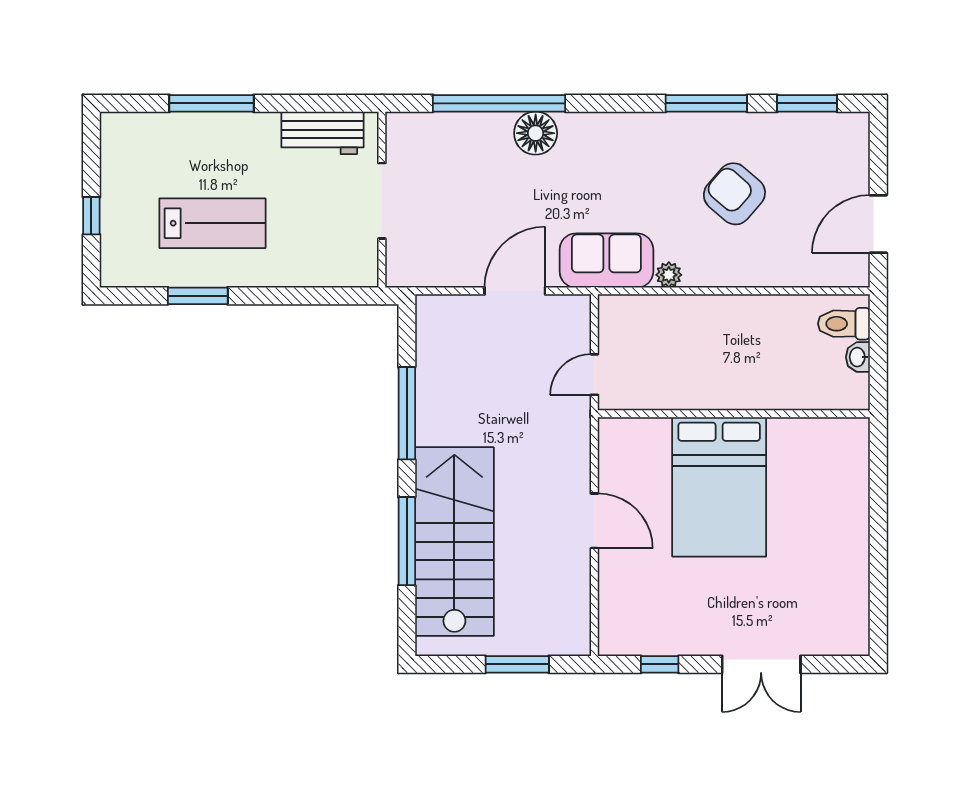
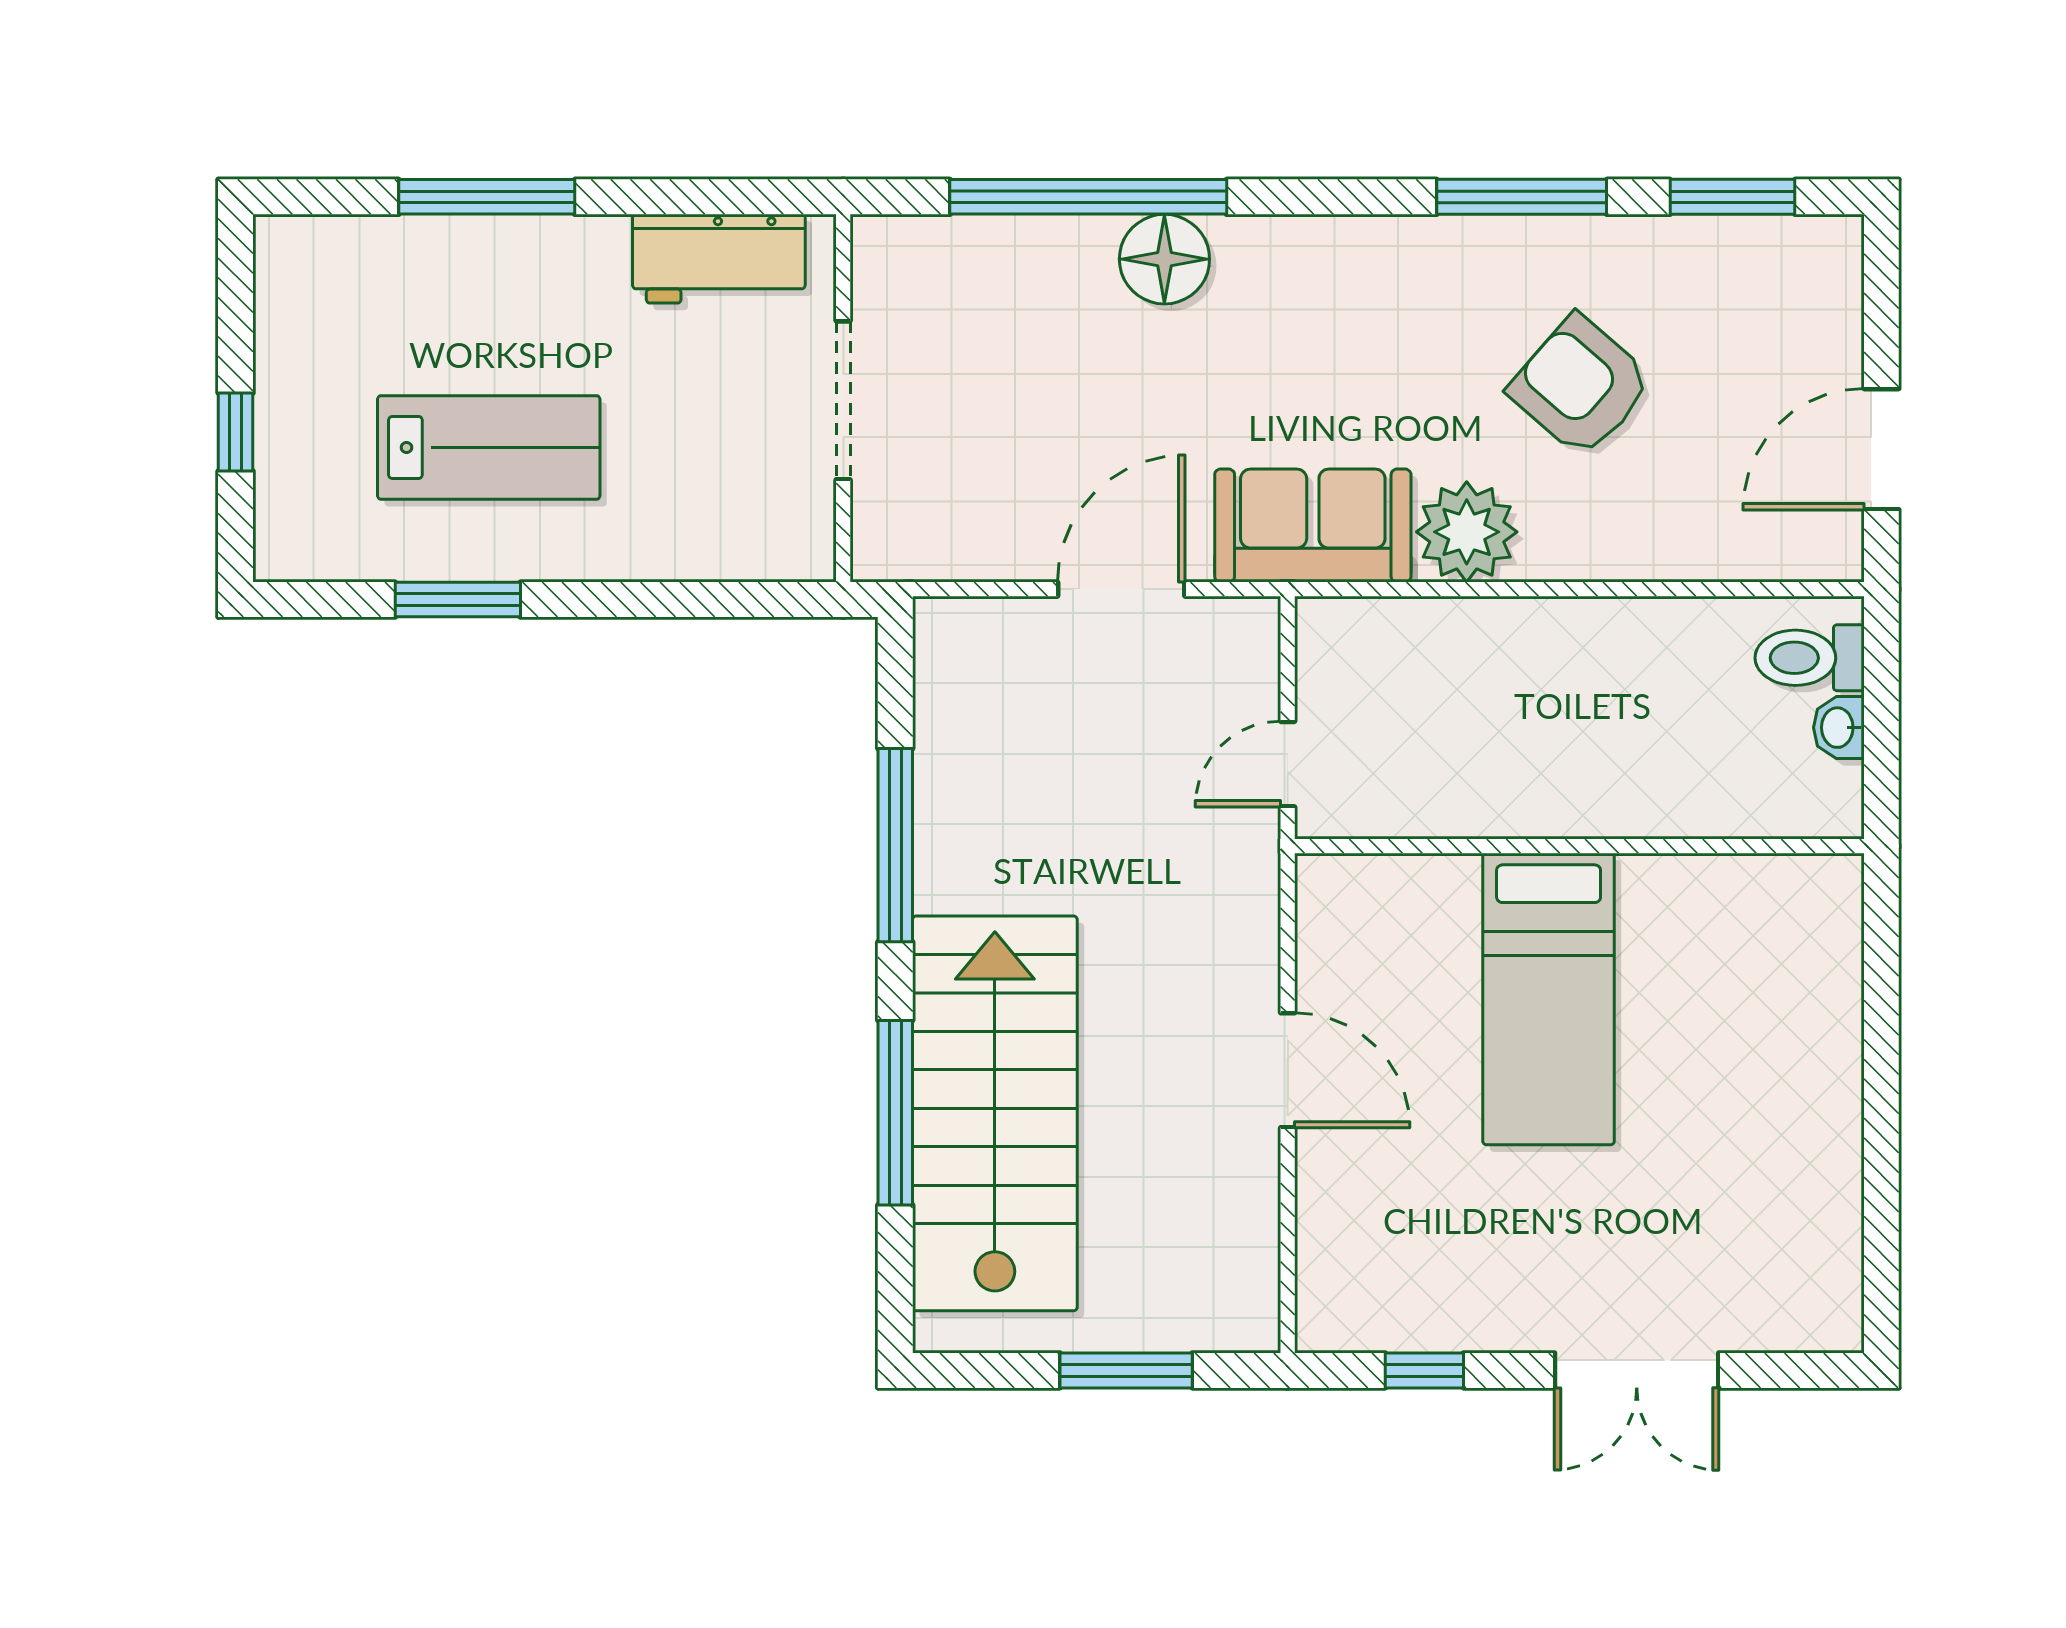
plant: (669, 275) -> (1467, 532), width x1.87, depth x1.87
bed: (719, 487) -> (1549, 999), width x0.67

